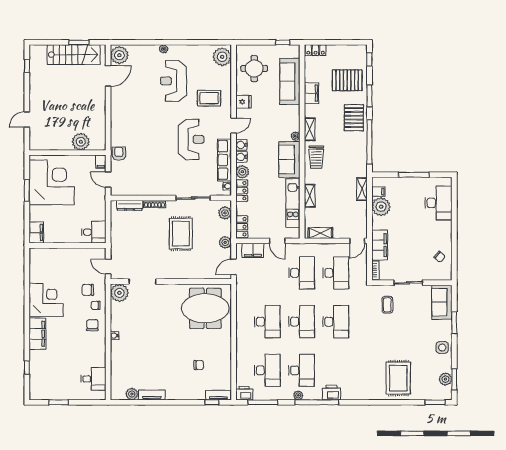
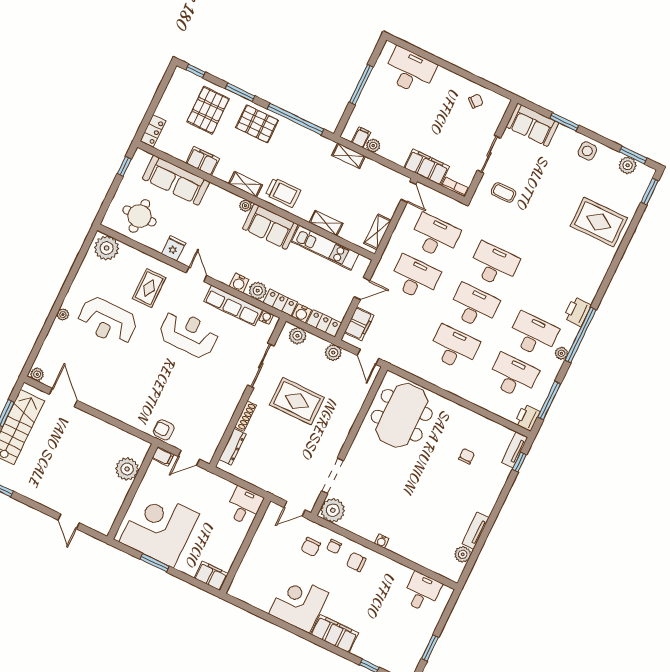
plant: (119, 55) -> (37, 374), width x0.53, depth x0.53
water cooler: (241, 145) -> (302, 313), moved
plant: (381, 207) -> (373, 146), width x0.53, depth x0.53

